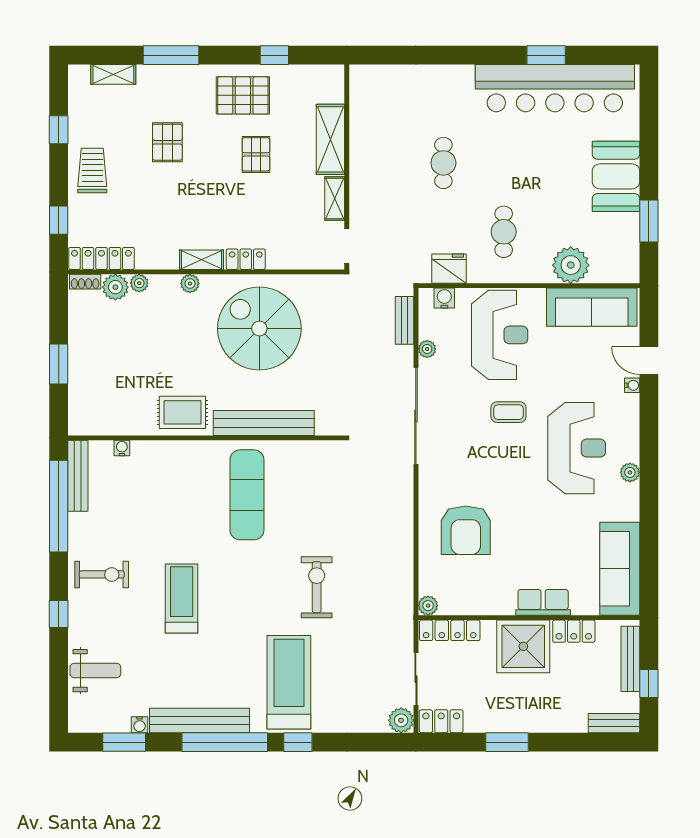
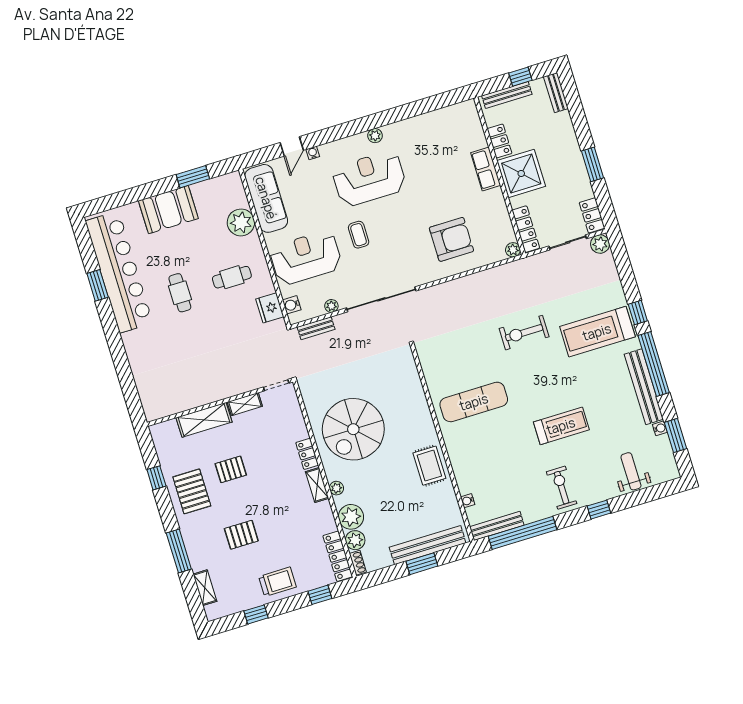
cafe table: (443, 163) -> (180, 293), moved, turned 90
trolley: (92, 170) -> (278, 582), turned 180
plant: (139, 283) -> (351, 517), width x1.88, depth x1.88
bench: (264, 423) -> (428, 545), moved, turned 90
sofa: (620, 569) -> (445, 122), removed
treadmill: (182, 599) -> (561, 426), turned 180

